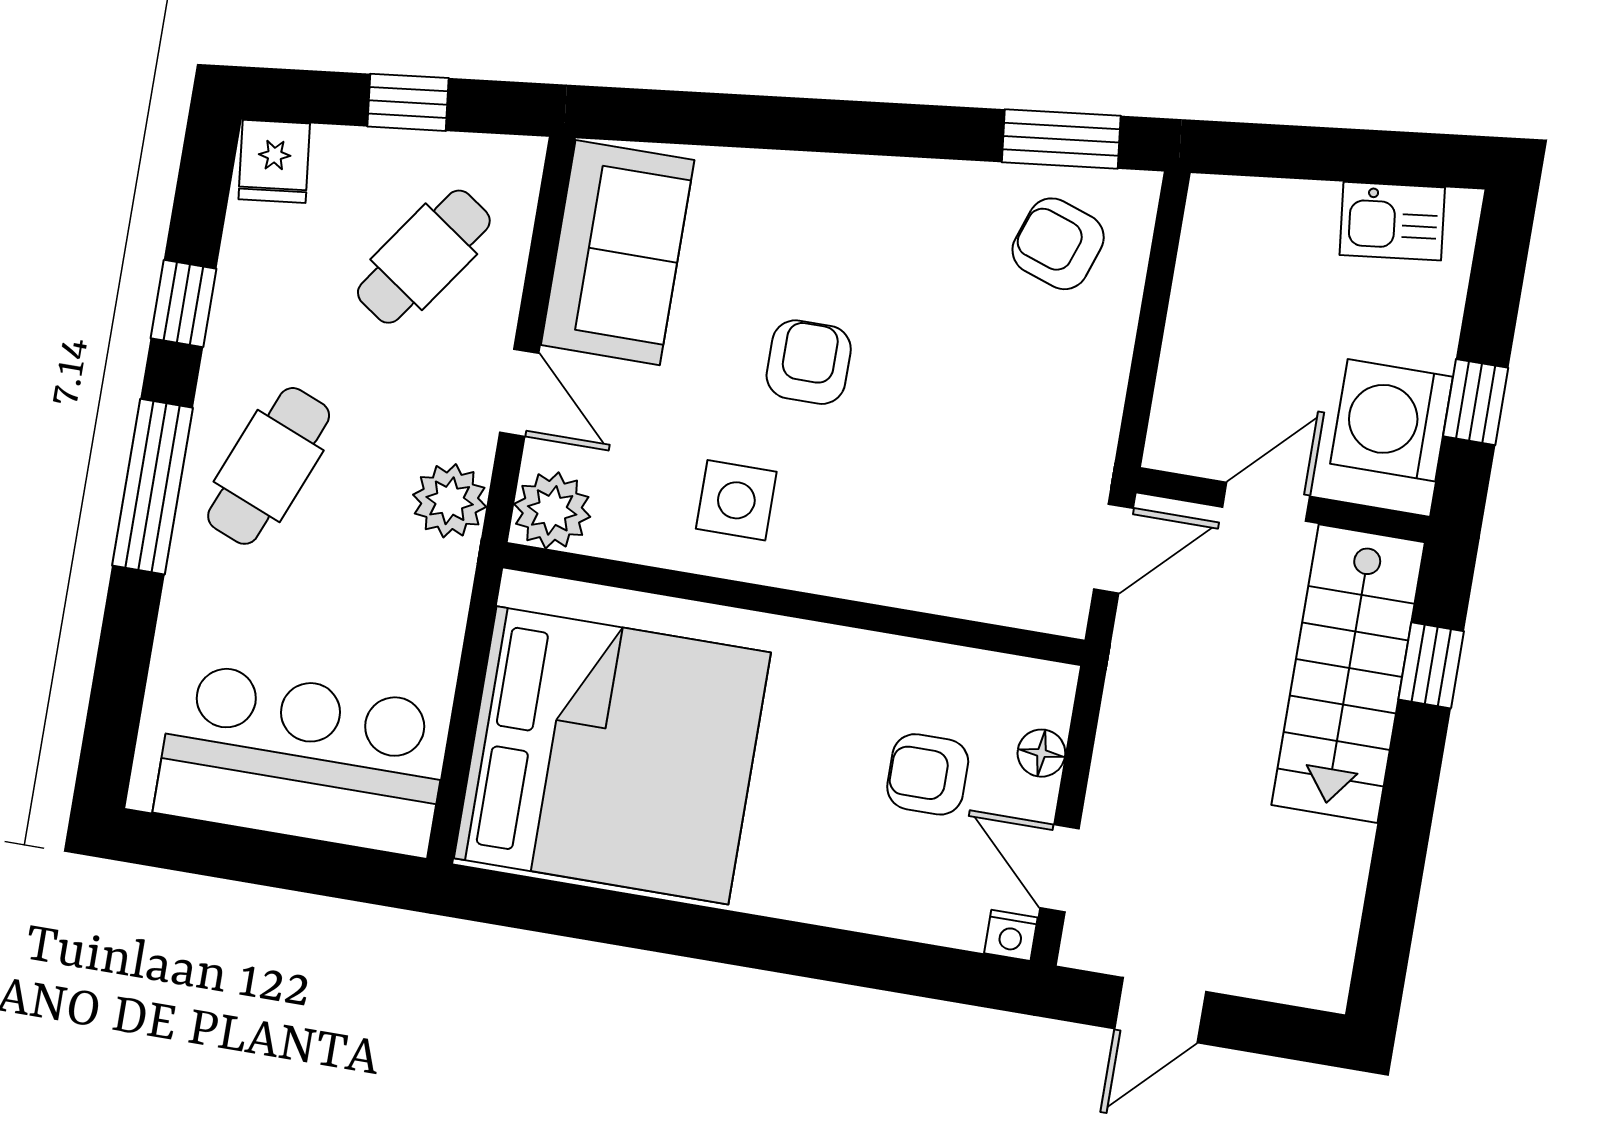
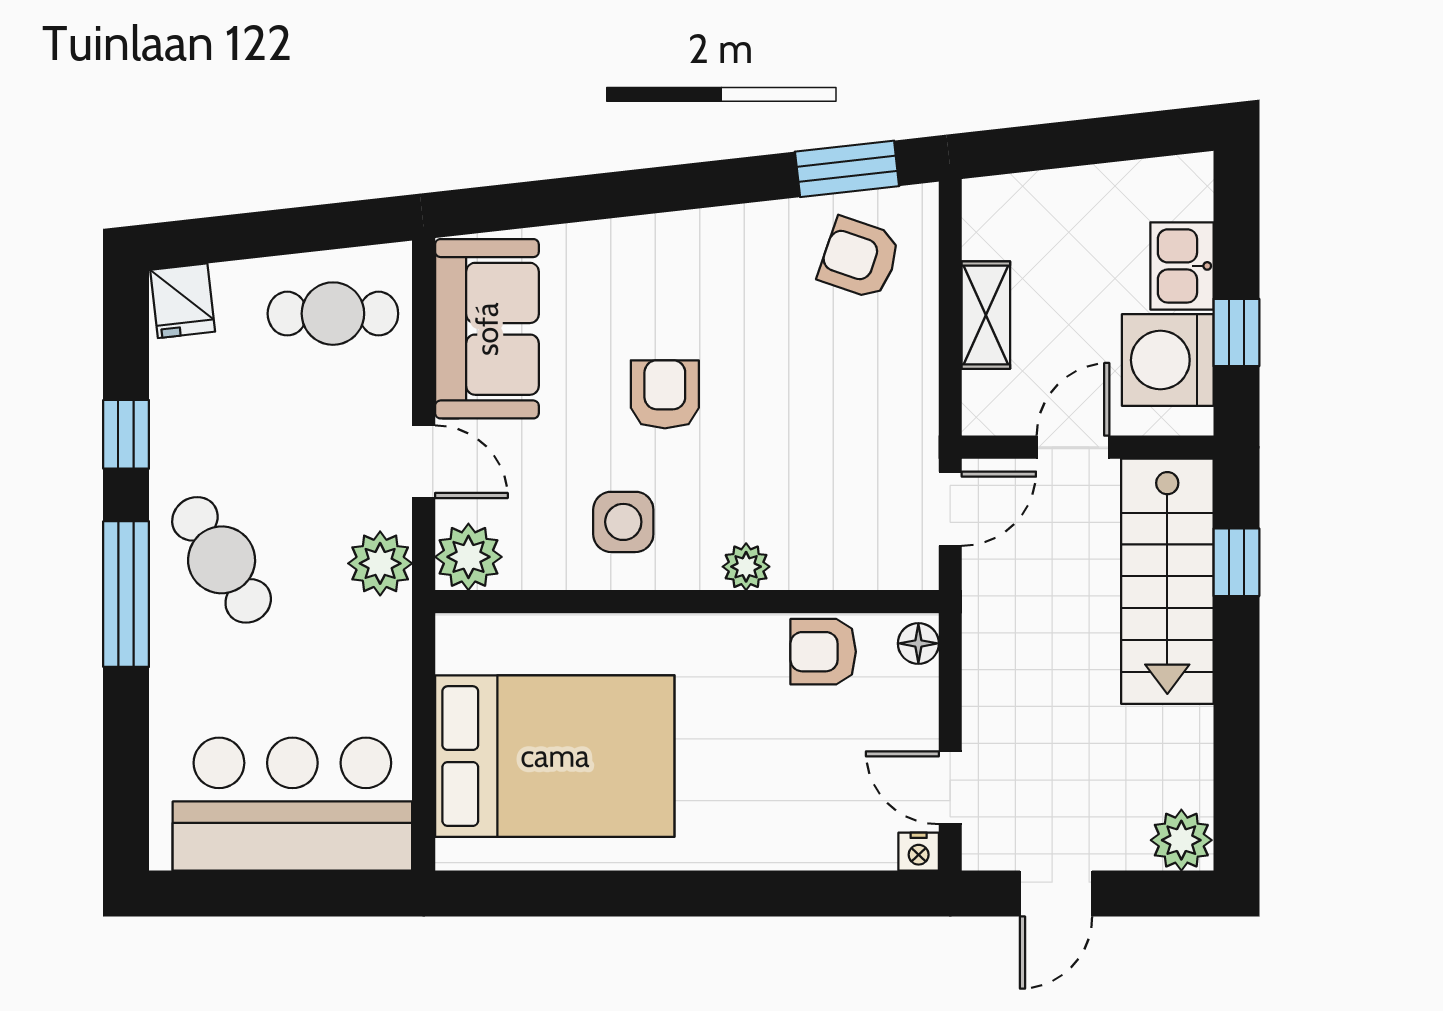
window: (408, 102) -> (288, 231), removed
kitchen sink: (1392, 221) -> (1182, 266), moved, turned 96
cafe table: (424, 257) -> (333, 314), moved, turned 55
shelving: (1192, 334) -> (986, 315), added
cafe table: (269, 466) -> (222, 560), turned -55
plant: (868, 575) -> (746, 567), added
floor lamp: (1041, 753) -> (918, 643), moved
bed: (612, 755) -> (555, 756), width x0.73
armchair: (928, 774) -> (823, 652), moved
plant: (1314, 973) -> (1181, 840), added

